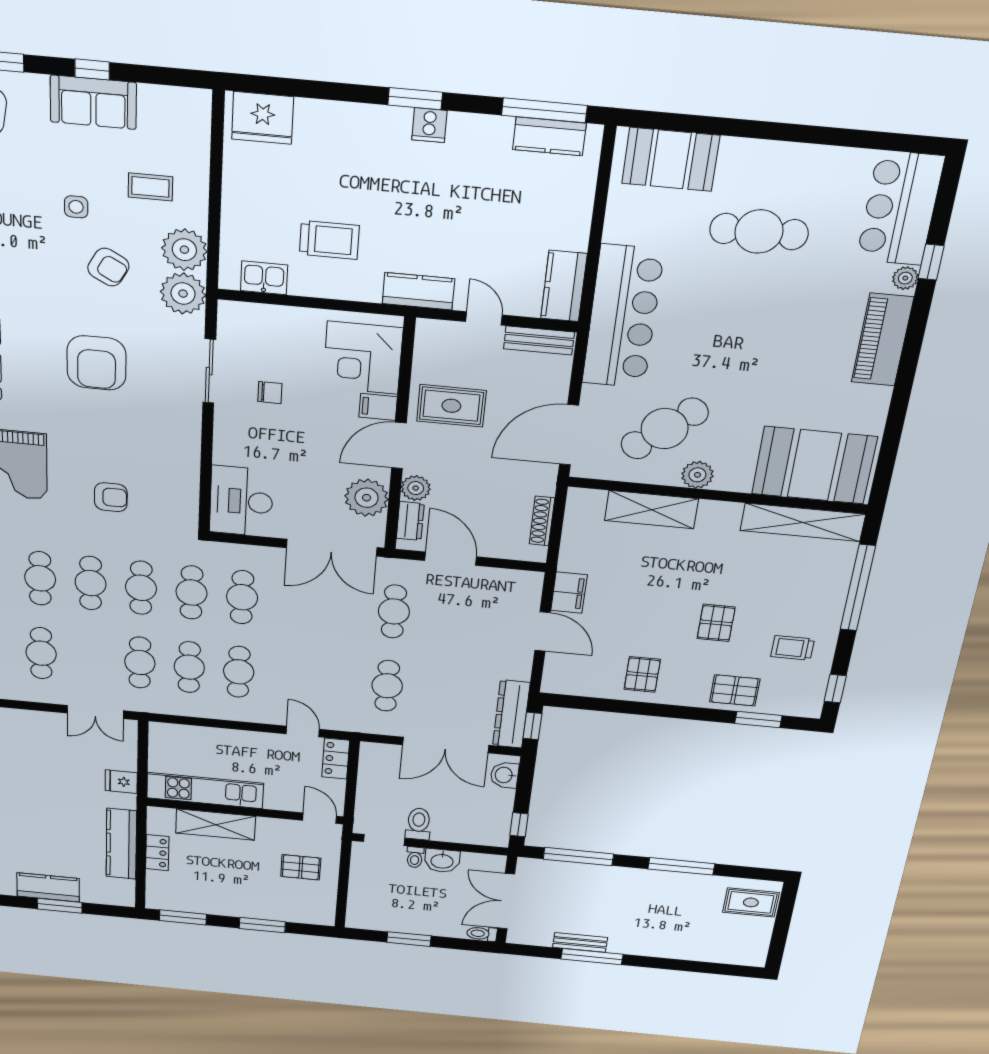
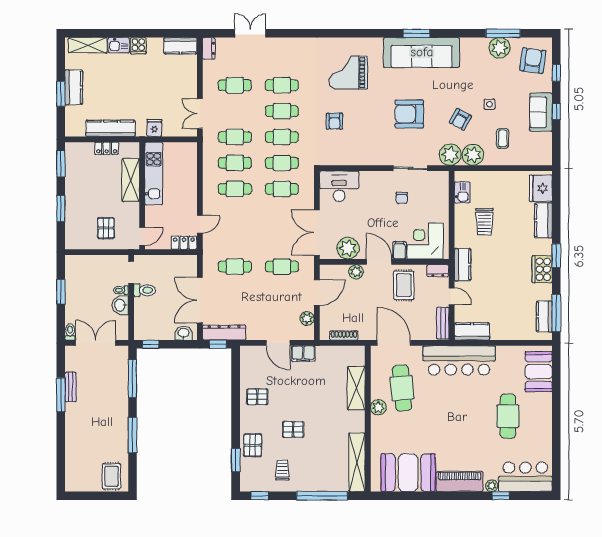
kitchen counter: (334, 119) -> (543, 220), added
cooker: (429, 125) -> (542, 269), width x1.87, depth x1.31
door: (484, 318) -> (452, 296), hinge flipped
cafe table: (665, 429) -> (402, 388), turned 36
booth: (814, 465) -> (408, 473), moved, turned 90
dresser: (410, 521) -> (438, 271), moved
plant: (500, 580) -> (307, 318), added
door: (542, 631) -> (278, 343), hinge flipped

